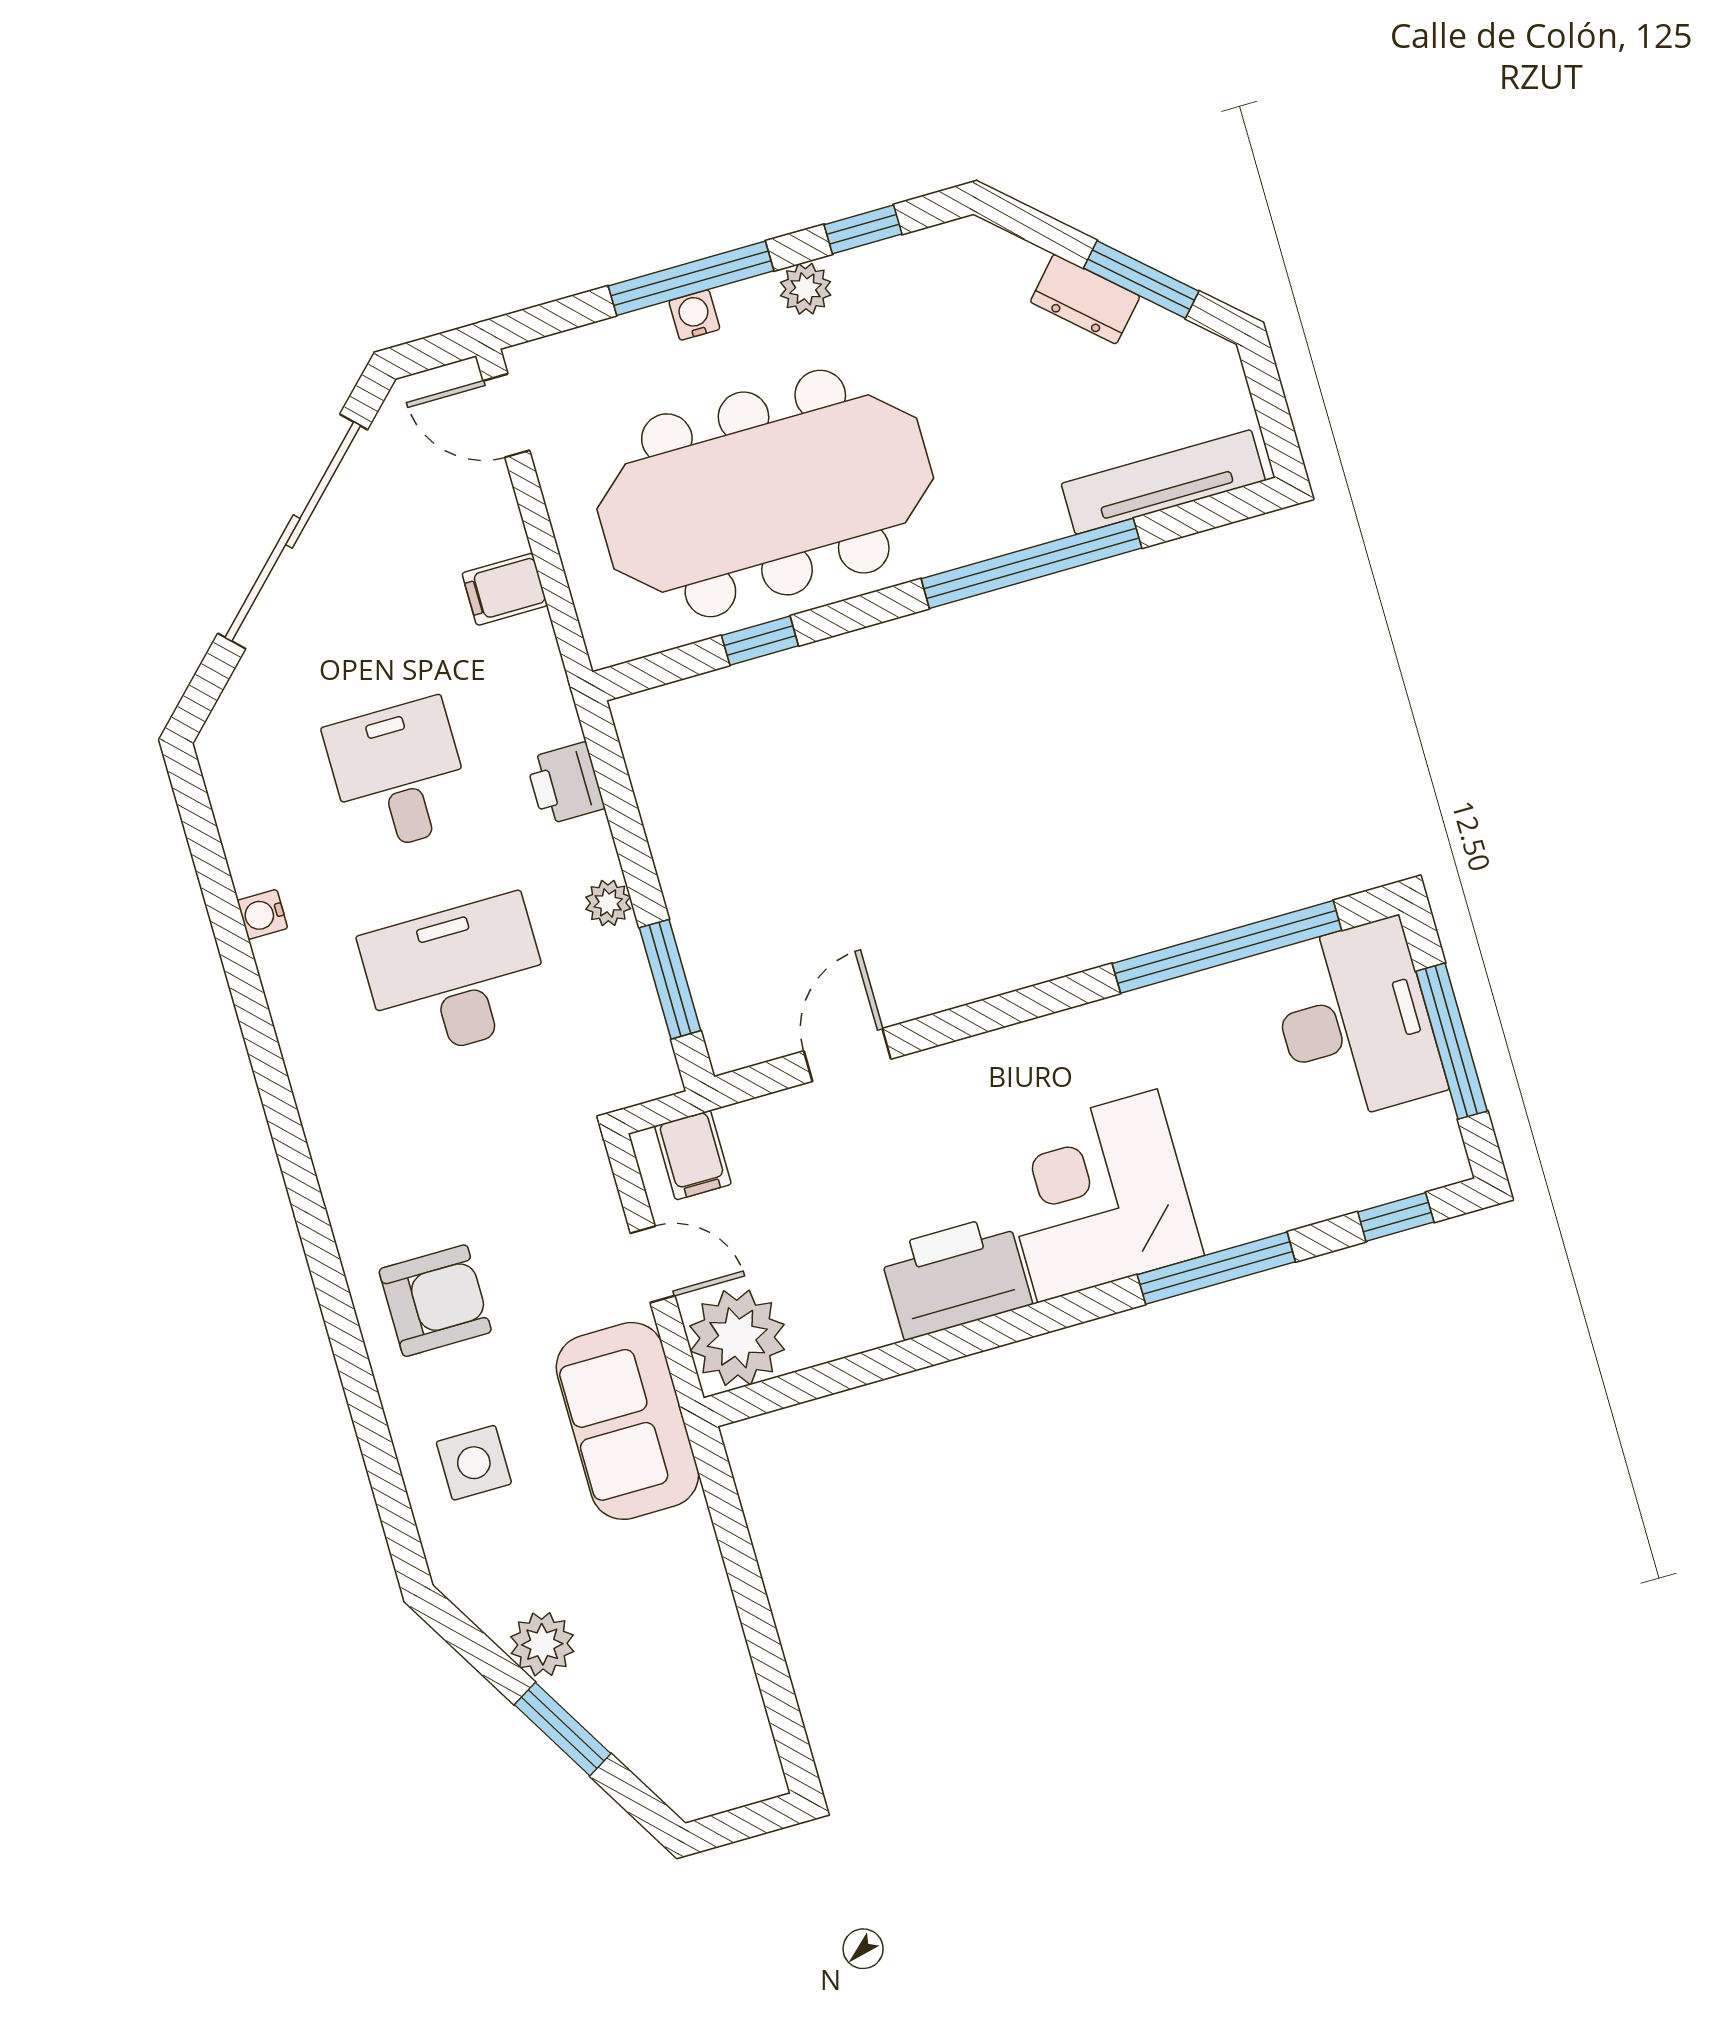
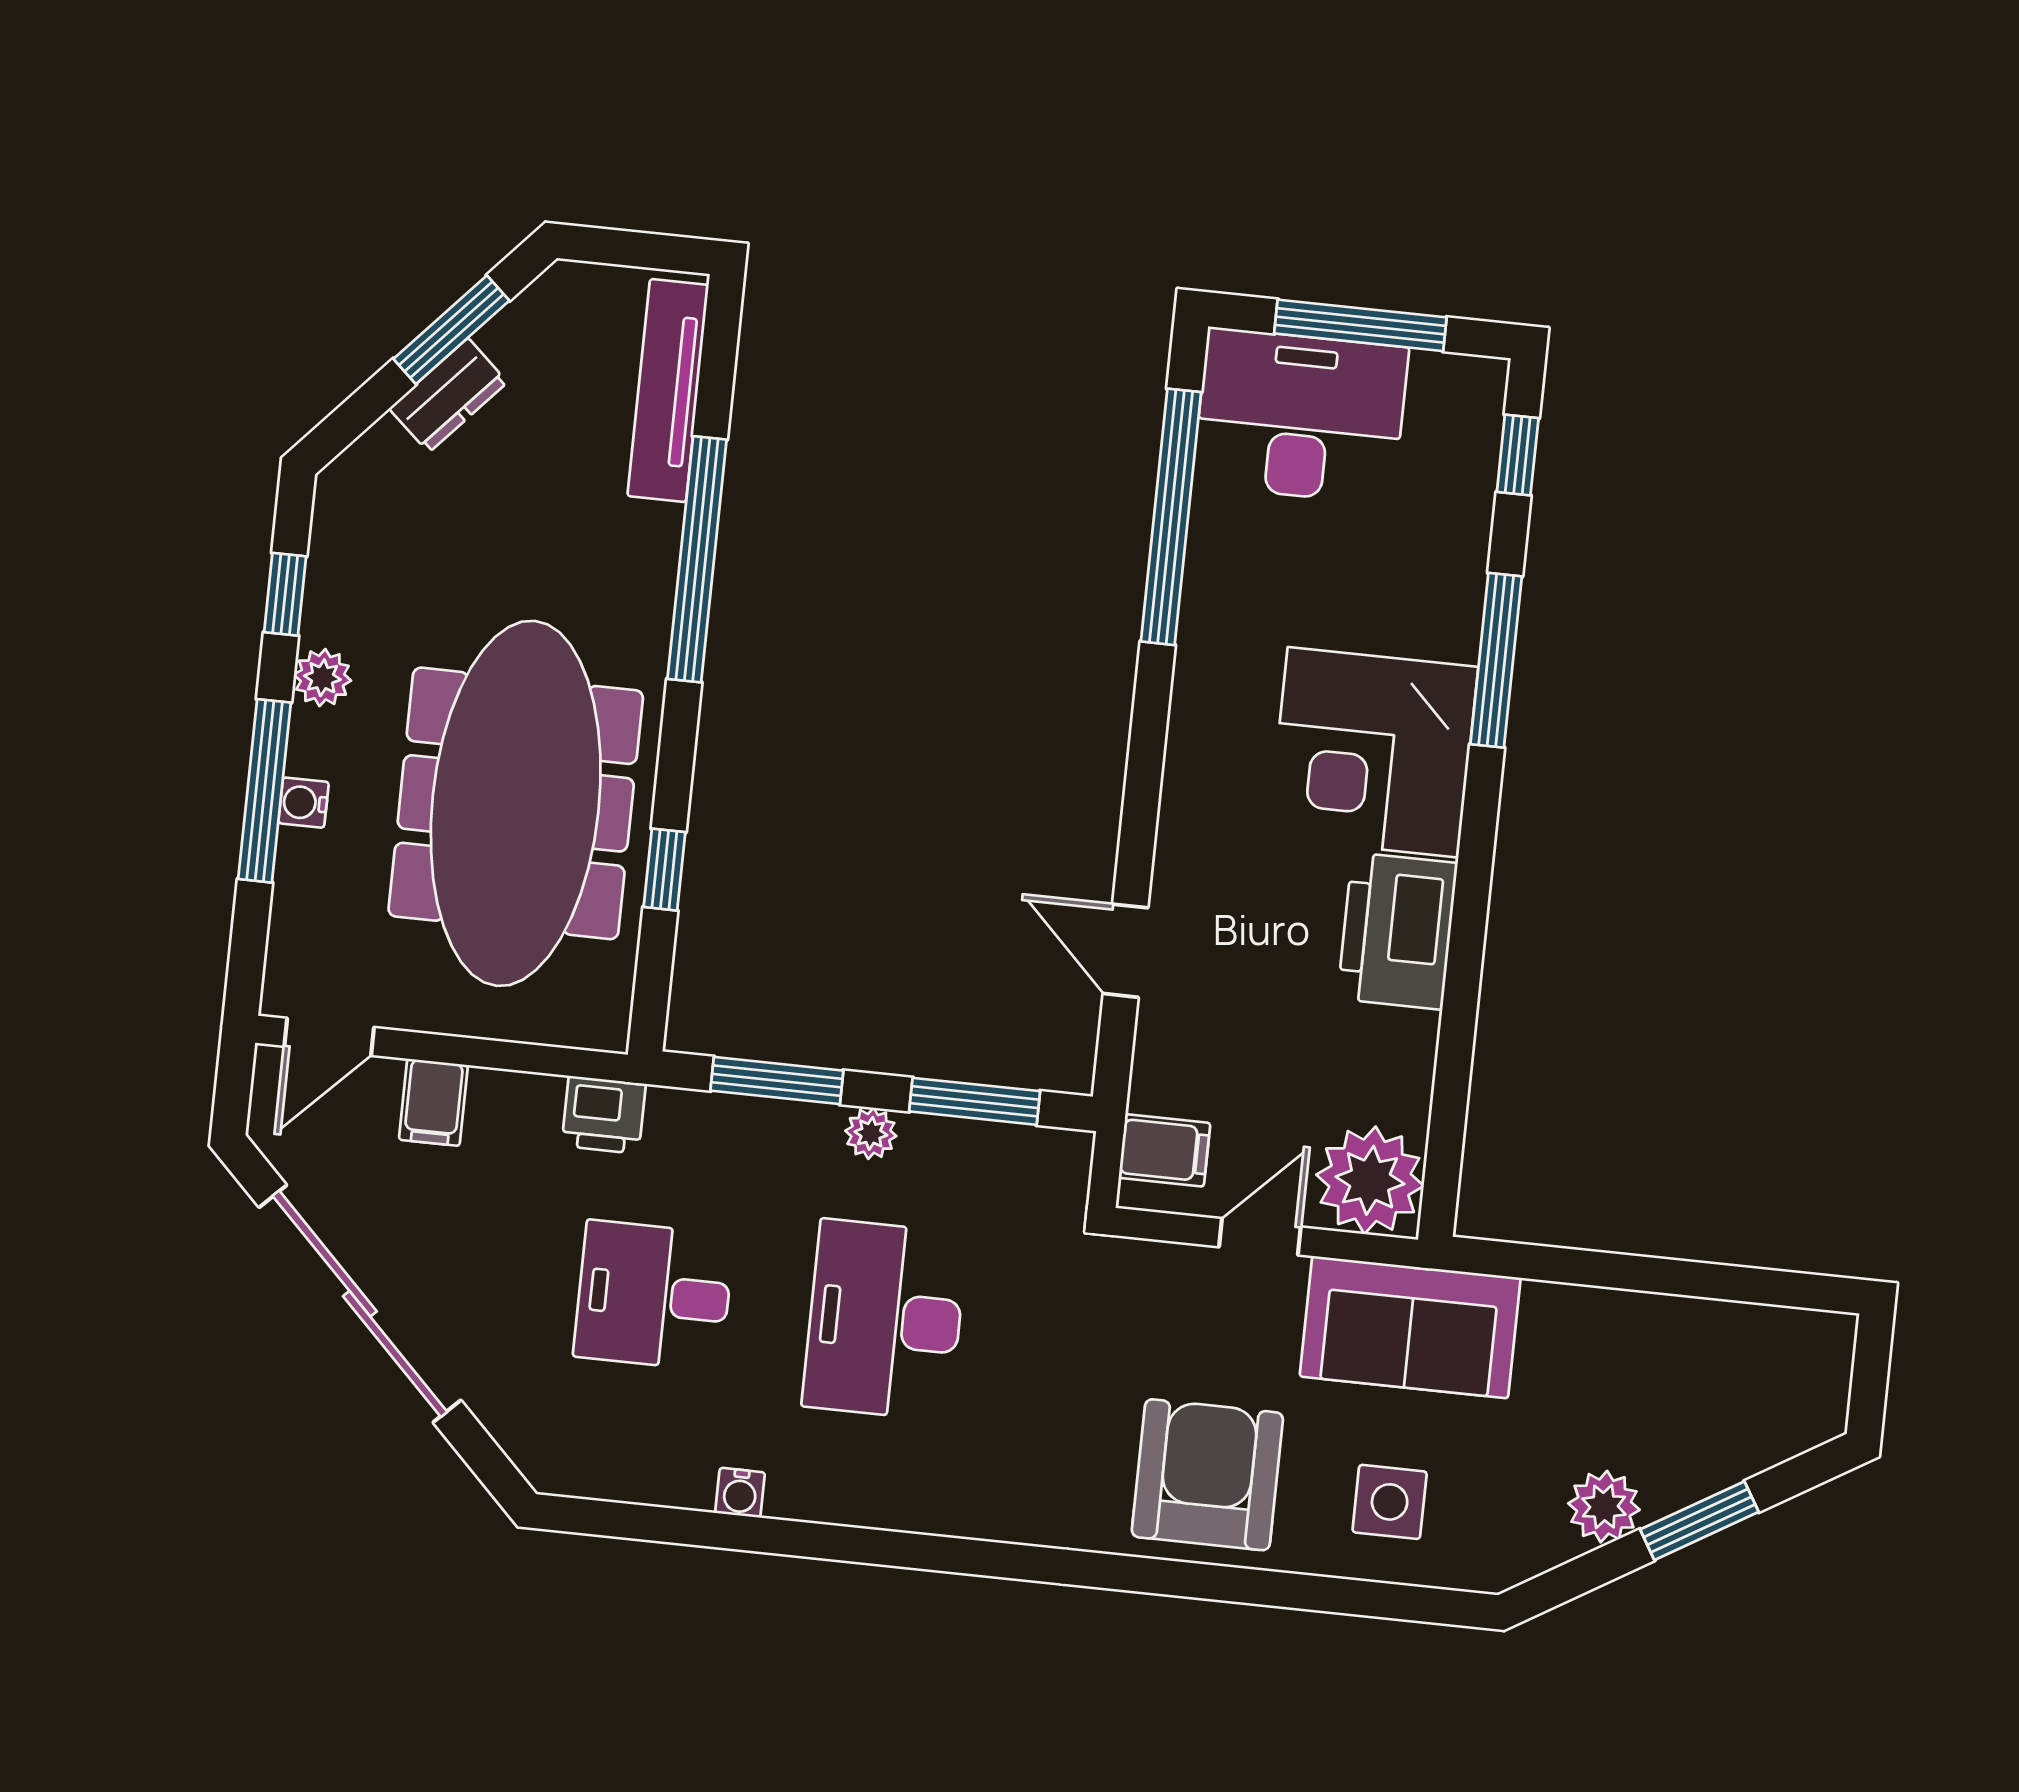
filing cabinet: (505, 589) -> (433, 1102), moved
printer: (565, 784) -> (604, 1115), moved
window: (621, 806) -> (777, 1081), added
armchair: (435, 1301) -> (1207, 1475), width x1.36, depth x1.36

